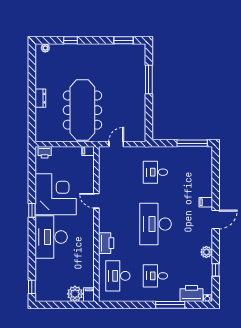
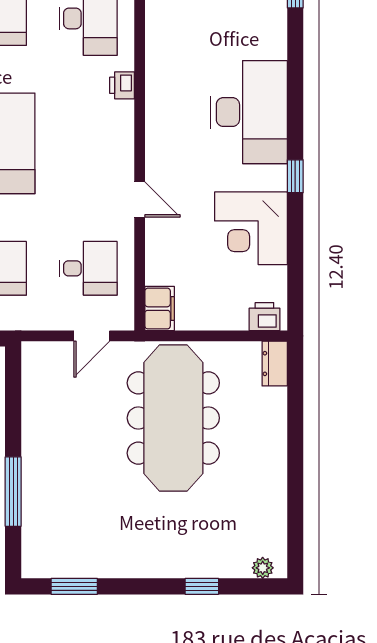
dresser: (40, 98) -> (275, 364), moved
filing cabinet: (88, 151) -> (160, 309), width x2.00
desk: (118, 172) -> (88, 268), added
corner desk: (56, 194) -> (251, 228), width x0.74, depth x0.74
printer: (106, 243) -> (122, 85), width x0.53, depth x0.68

